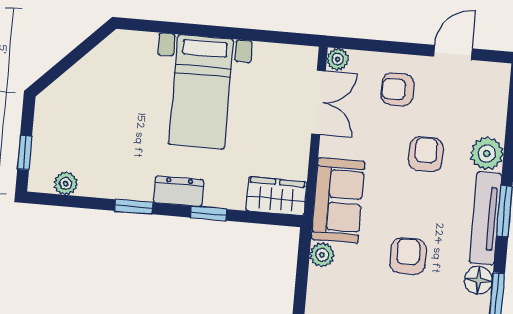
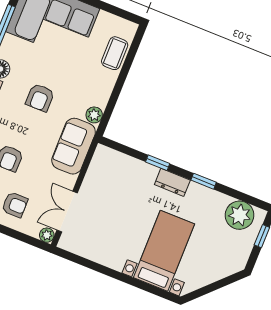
bed with nightstands: (201, 92) -> (164, 251), moved
plant: (66, 183) -> (240, 215), width x1.87, depth x1.87
wardrobe: (276, 196) -> (112, 160), removed

